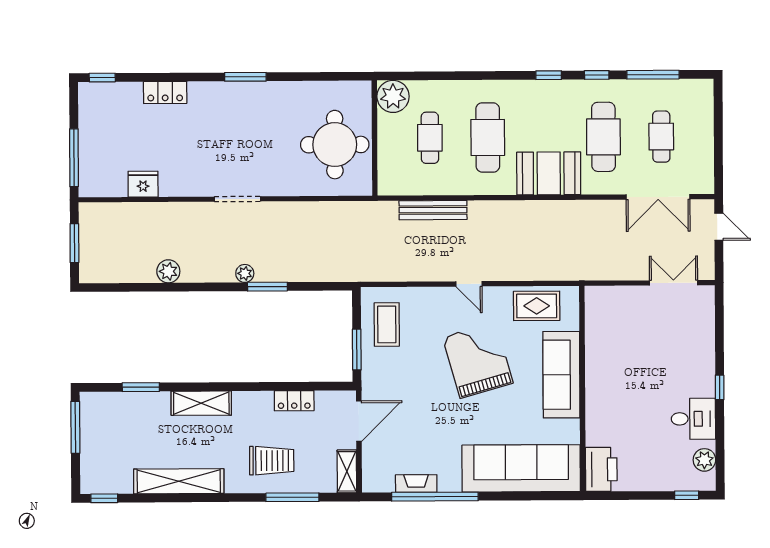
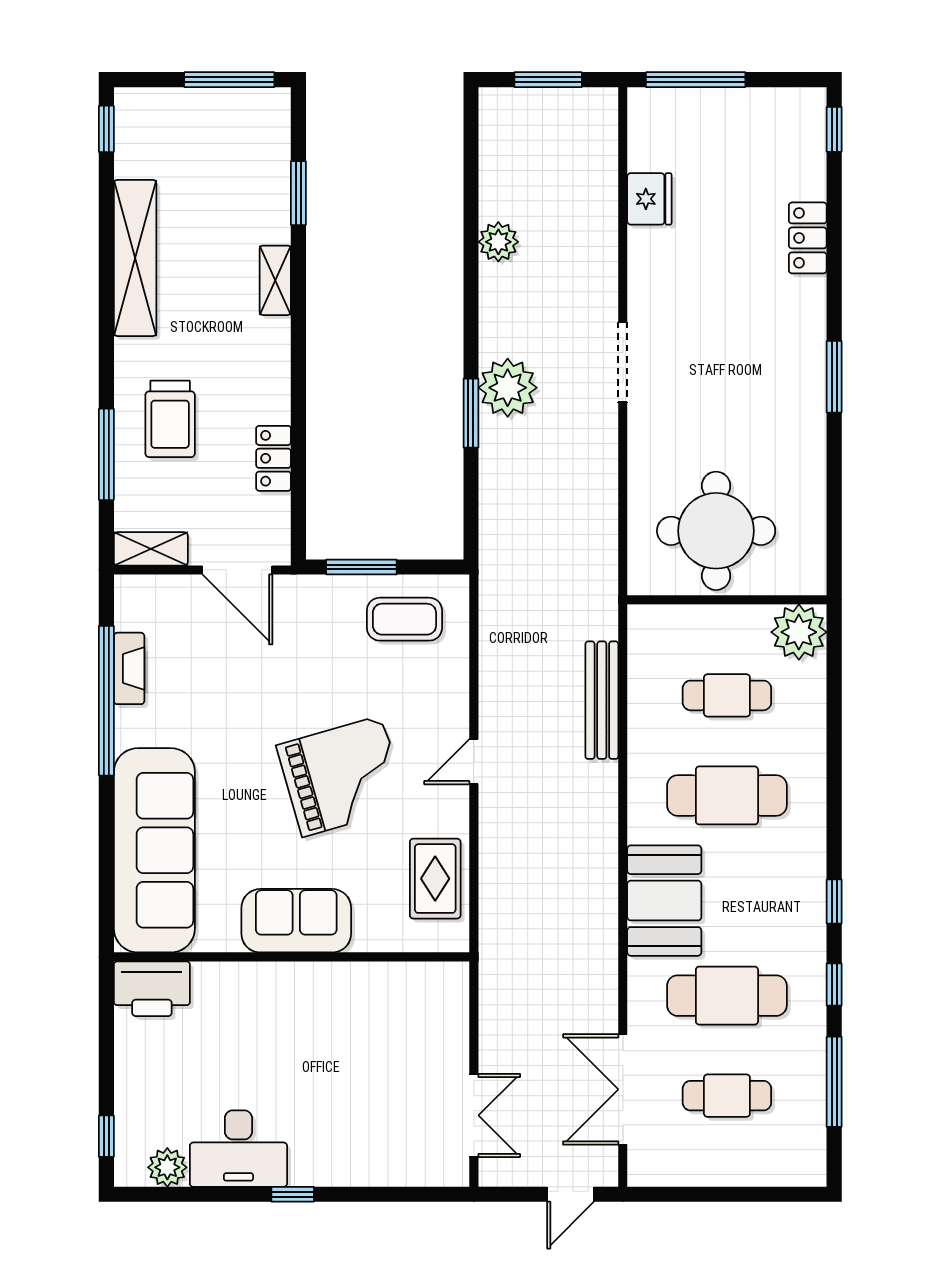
plant: (245, 273) -> (508, 388), width x1.87, depth x1.87
sofa: (561, 375) -> (296, 921), width x0.73
shelving: (201, 403) -> (275, 280), width x0.67, depth x0.75
desk: (693, 419) -> (238, 1149), width x1.37

